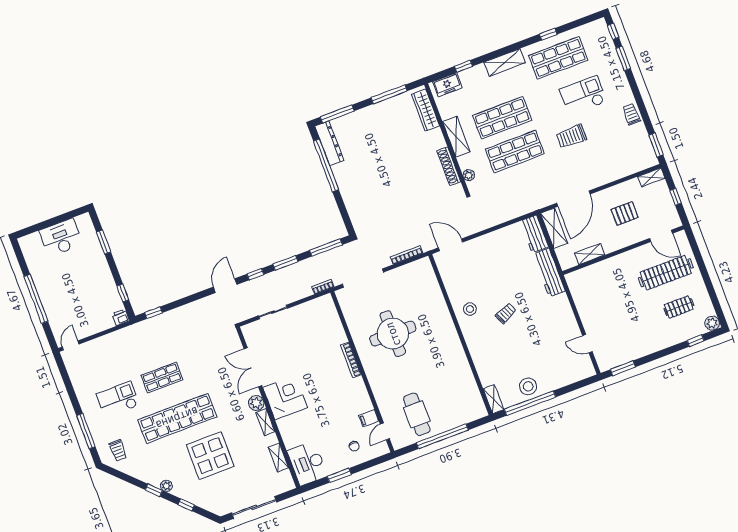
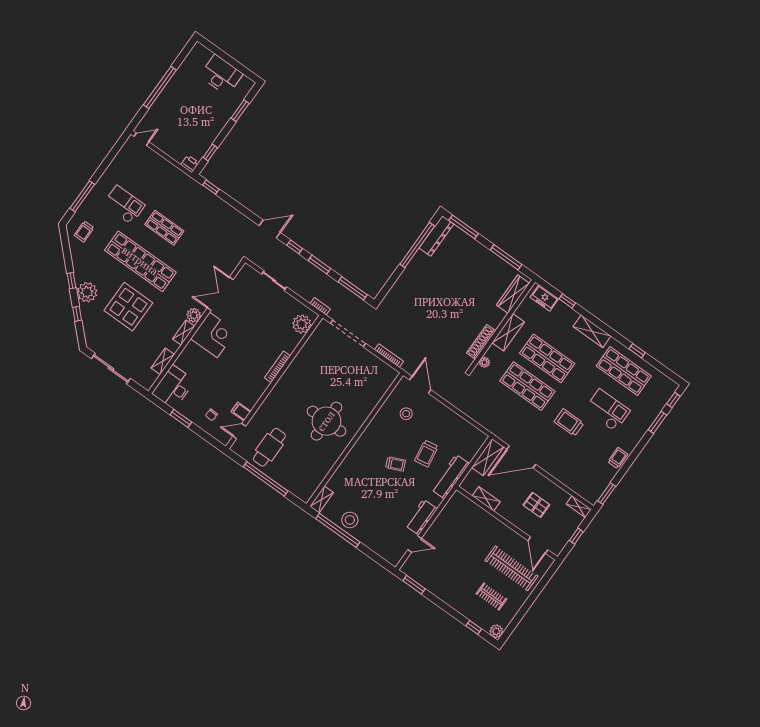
workbench: (534, 234) -> (421, 517), moved
trolley: (515, 280) -> (426, 453), added
stool: (470, 309) -> (406, 414), moved
plant: (327, 313) -> (302, 324), added
round table: (393, 334) -> (326, 421), moved
door: (587, 344) -> (415, 544), swing flipped
plant: (166, 486) -> (87, 292), width x1.88, depth x1.88

